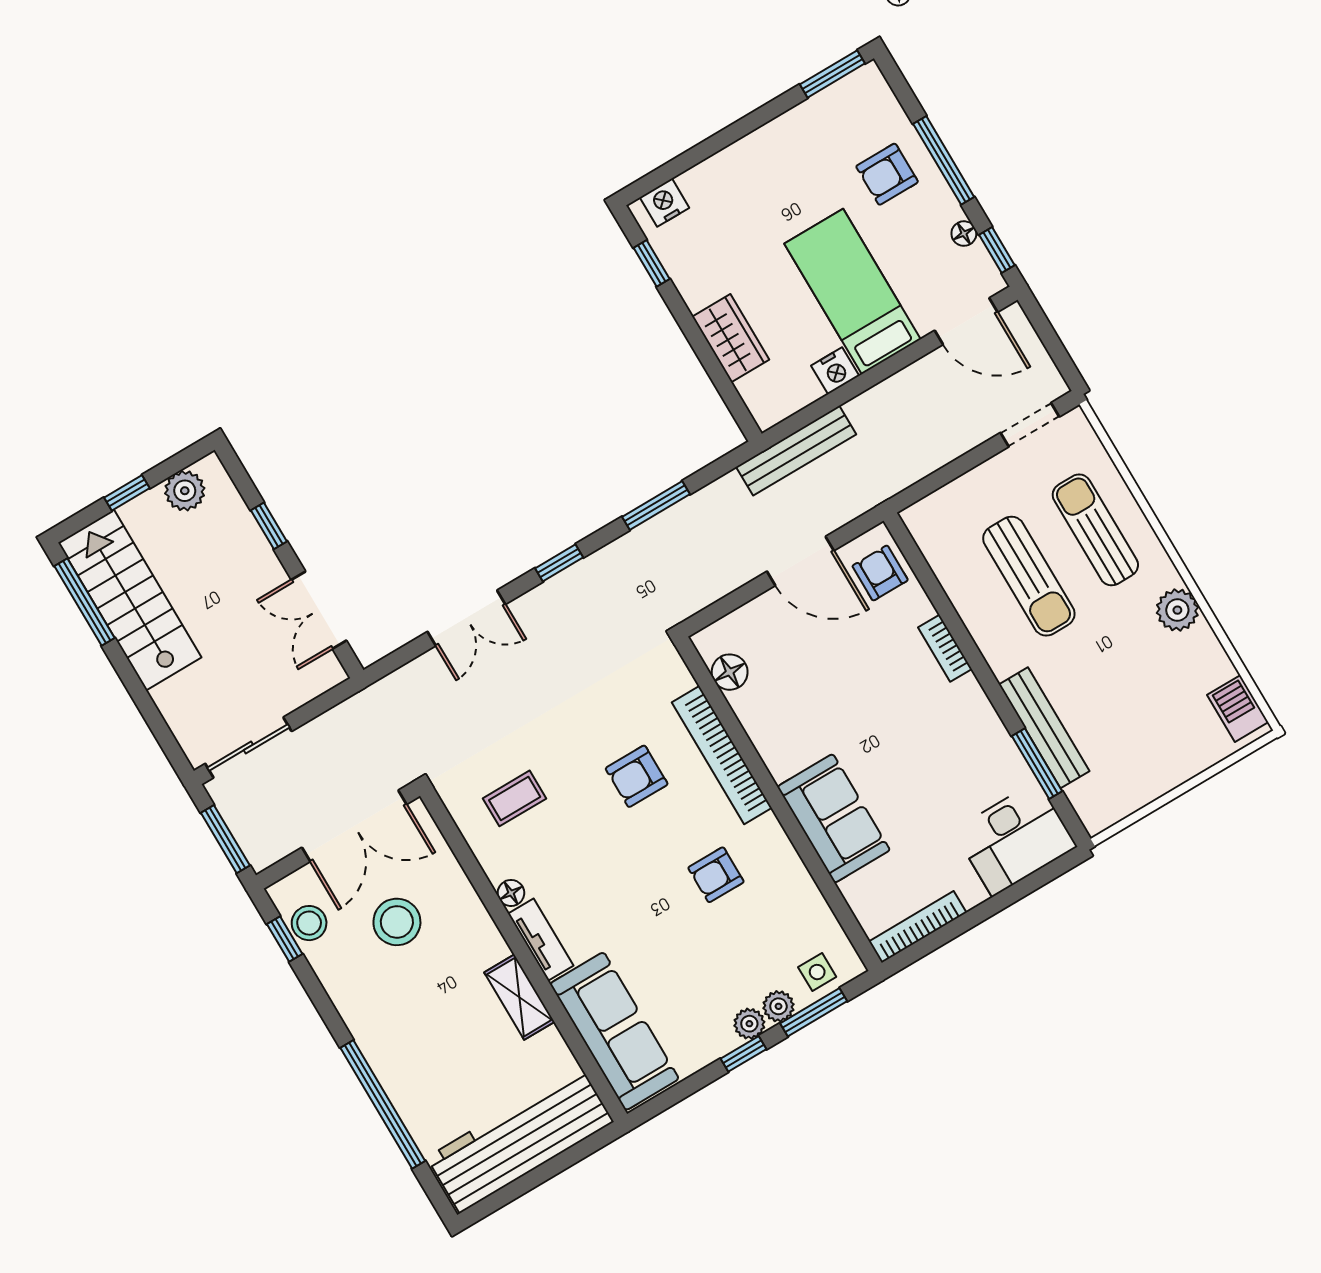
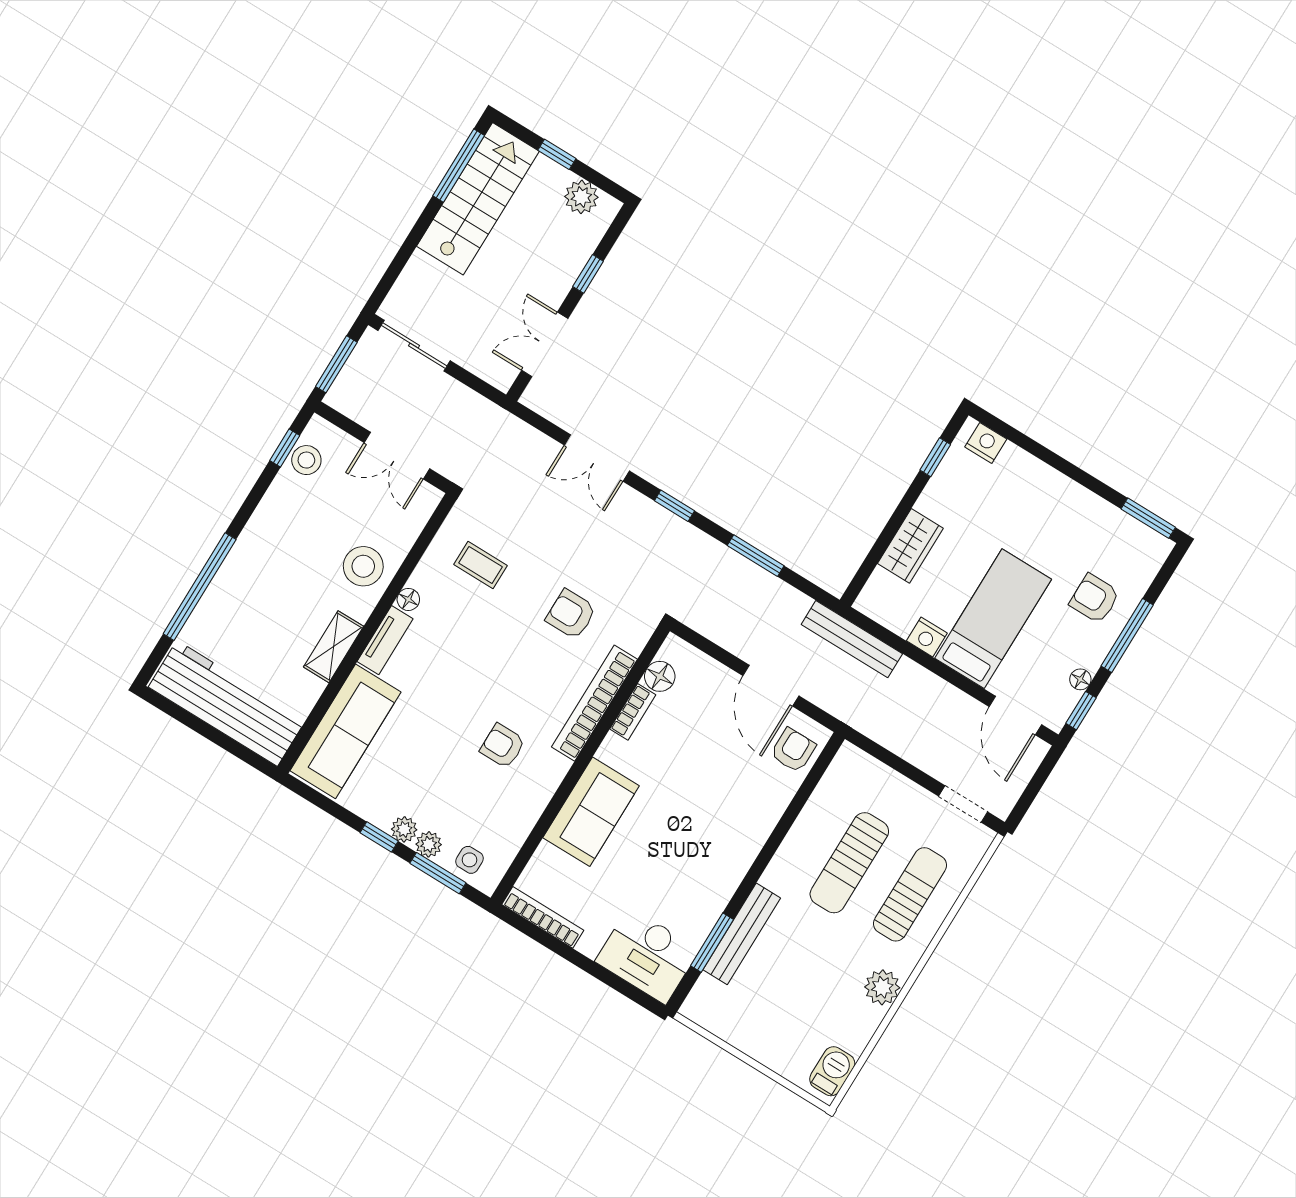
bookcase: (945, 648) -> (633, 712), moved, turned 180
armchair: (637, 776) -> (571, 614), moved
double door: (354, 826) -> (397, 456), width x0.73
stool: (397, 922) -> (363, 566), moved

